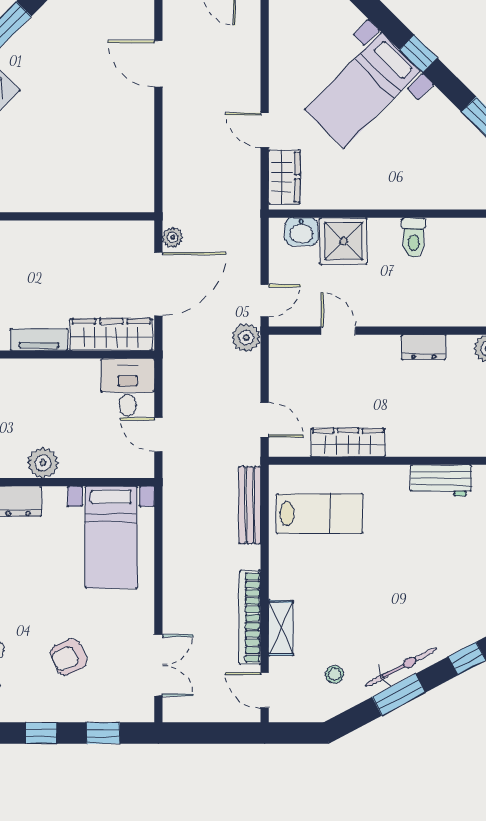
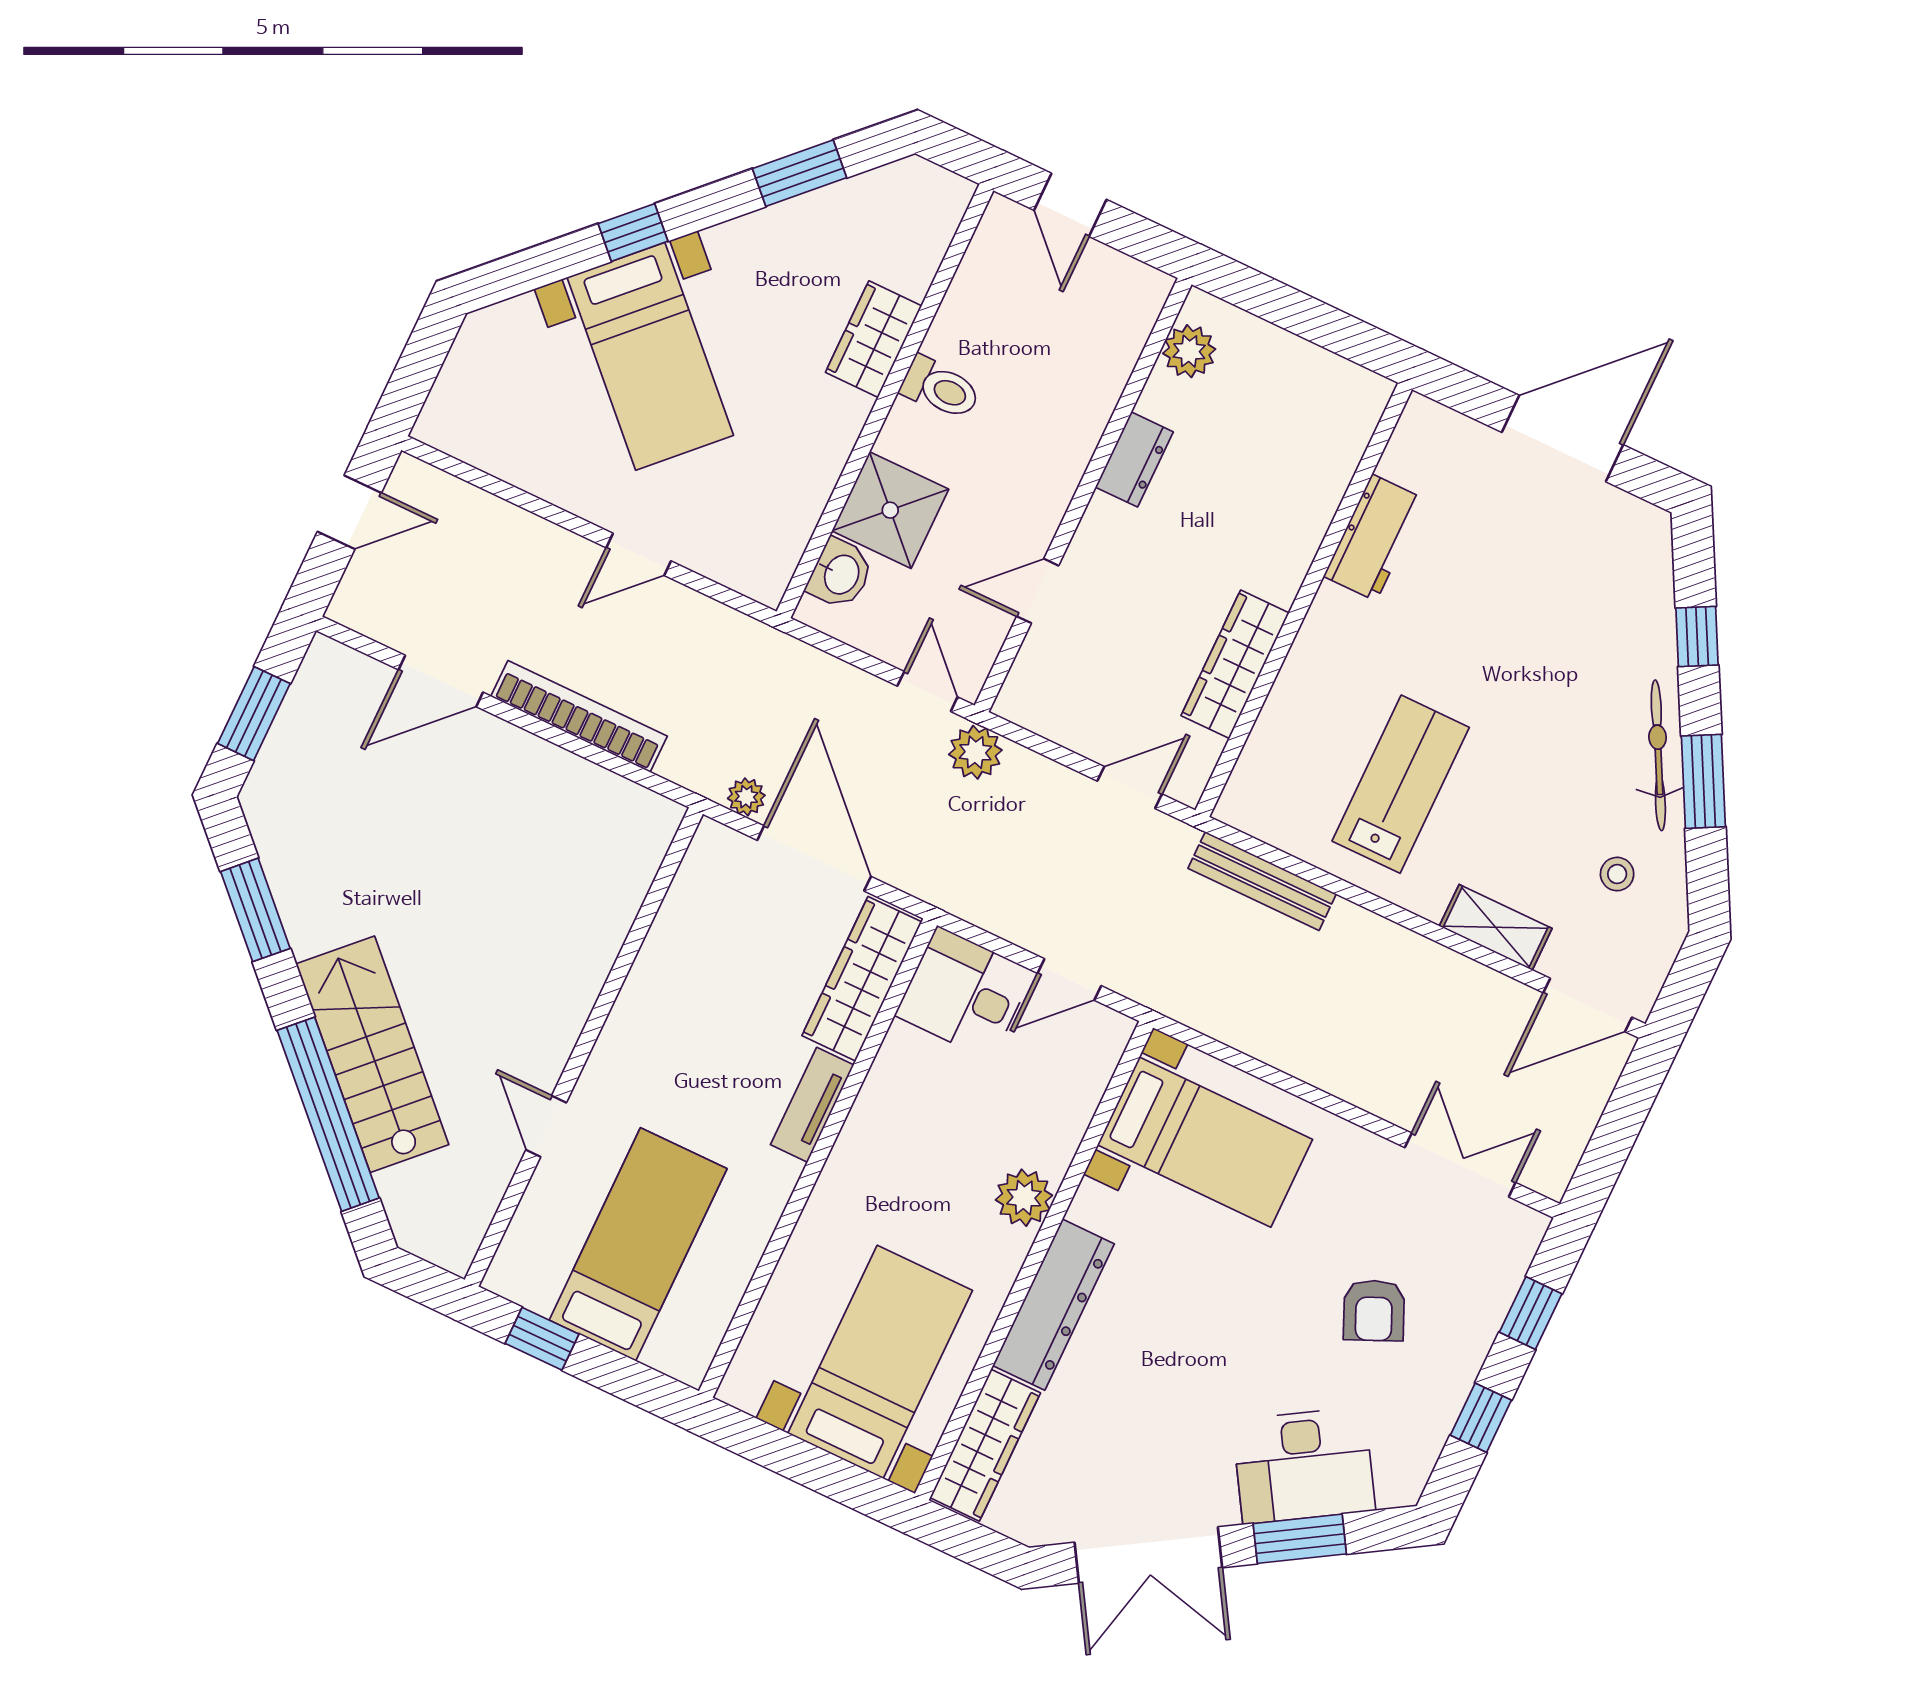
wardrobe: (284, 177) -> (874, 339), moved, turned -90
lab bench: (320, 514) -> (1401, 784), moved
bookcase: (250, 618) -> (579, 716), moved, turned 180
door: (265, 690) -> (1588, 1005), width x1.37

